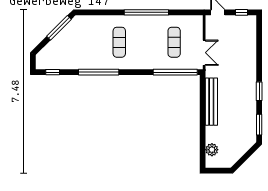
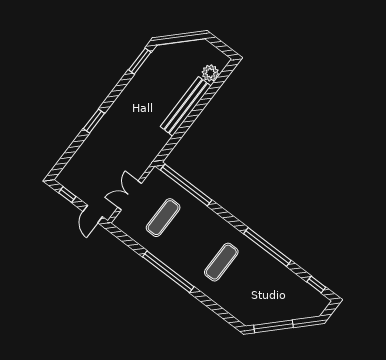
double door: (204, 53) -> (130, 195), moved
window: (259, 91) -> (94, 121), moved
bench: (211, 102) -> (186, 106), moved

